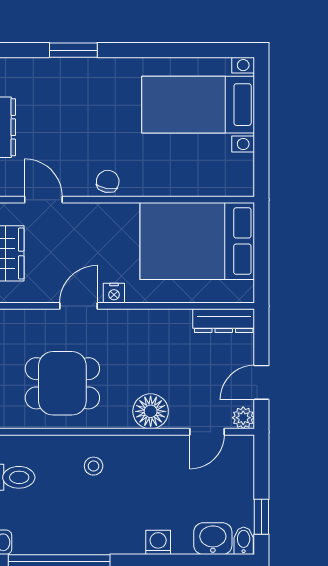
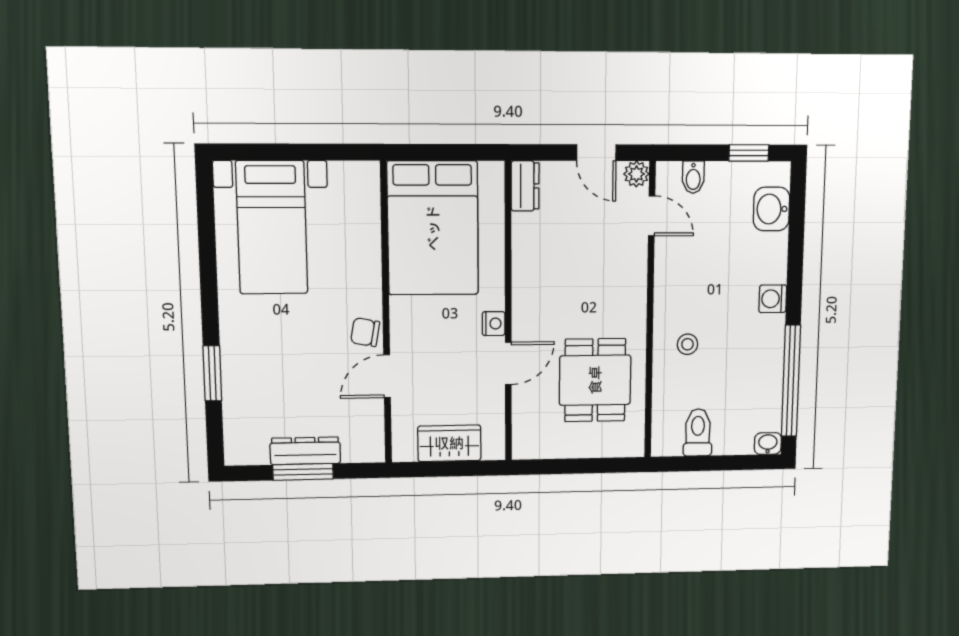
door: (43, 200) -> (387, 376), moved
door: (78, 306) -> (508, 363), swing flipped
dresser: (224, 321) -> (525, 186), width x0.70
floor lamp: (151, 411) -> (628, 281), removed
bidet: (244, 541) -> (693, 177), moved, turned -90
washing machine: (158, 542) -> (773, 299), moved

